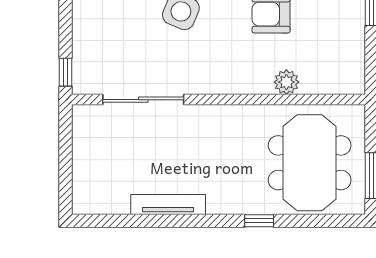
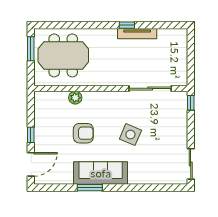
meeting table: (310, 163) -> (63, 55), turned 90
window: (259, 221) -> (127, 25), moved

